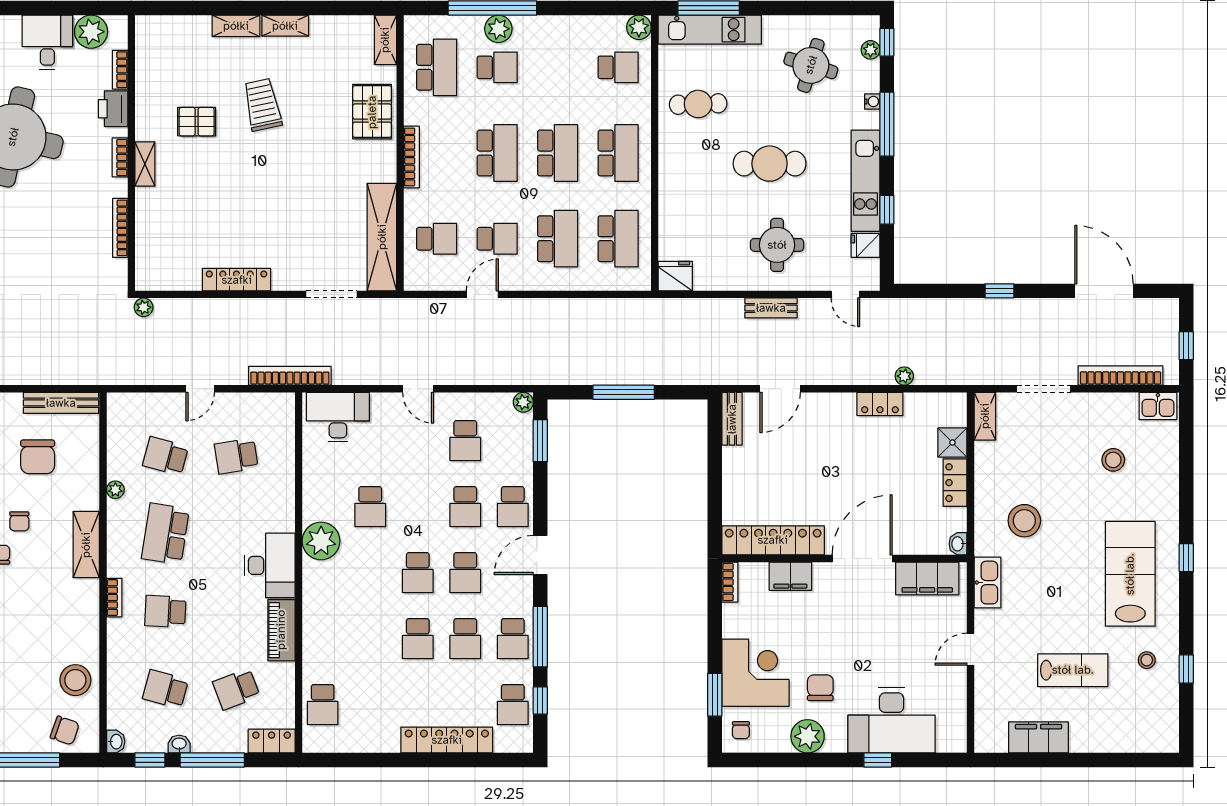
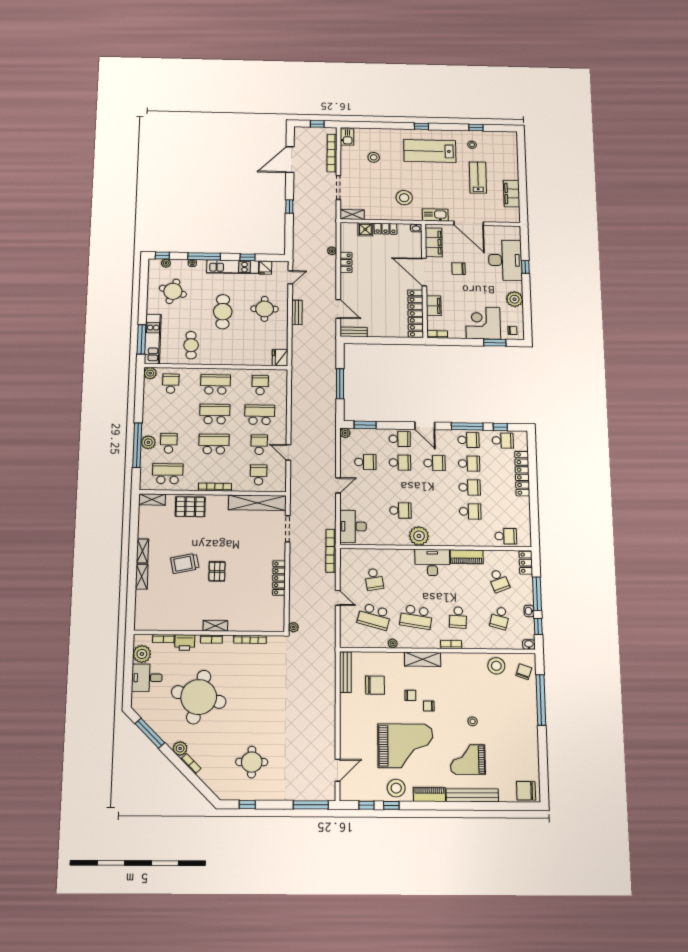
pallet: (197, 122) -> (217, 571), moved
school desk: (618, 239) -> (260, 385), width x0.54
school desk: (165, 456) -> (374, 617), width x1.85
school desk: (418, 573) -> (470, 511), moved
door: (971, 649) -> (469, 223), width x1.88
chair: (820, 688) -> (459, 269), moved

